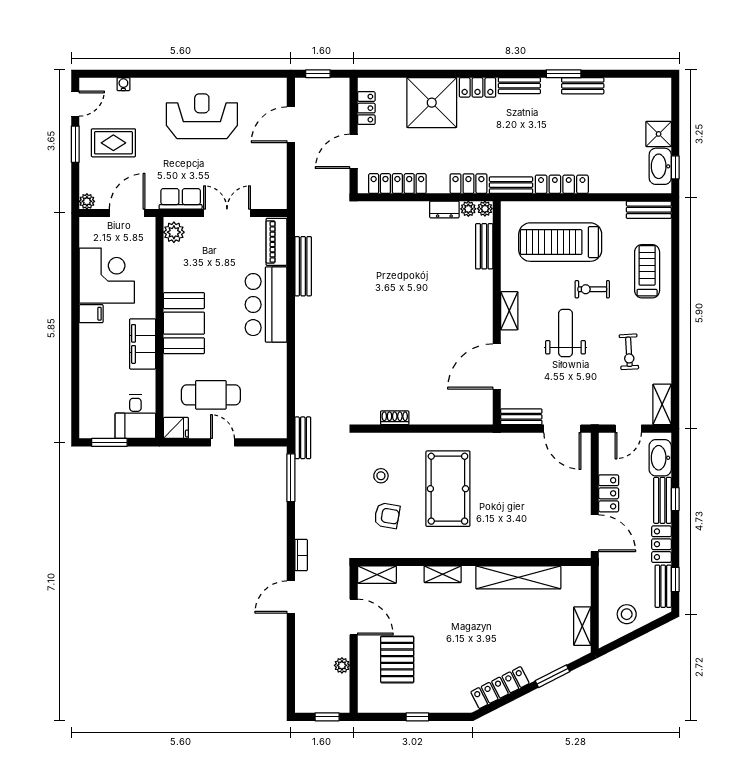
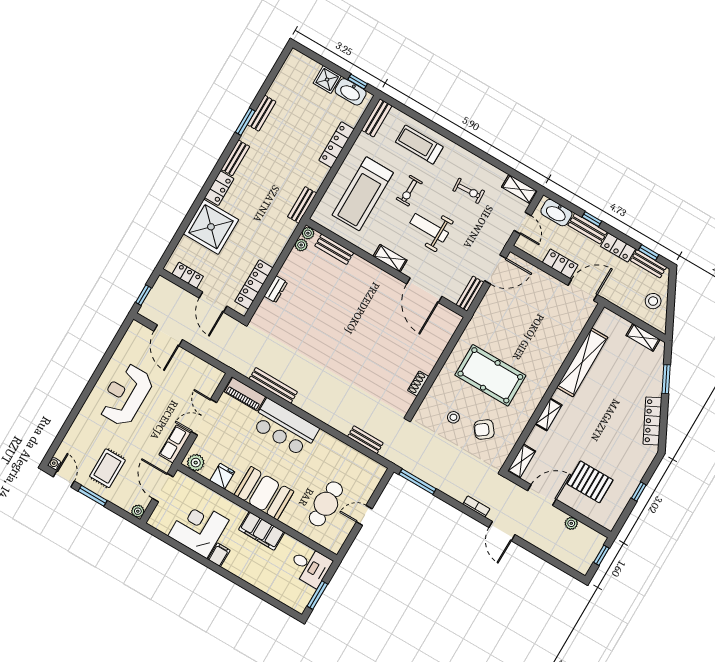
water cooler: (123, 84) -> (54, 464), moved
locker: (468, 184) -> (283, 234), removed
locker: (562, 184) -> (337, 145), moved
dresser: (444, 209) -> (276, 289), moved
fridge: (176, 428) -> (222, 476), moved
bench: (303, 438) -> (365, 440), moved
armchair: (387, 516) -> (484, 429), turned -138

